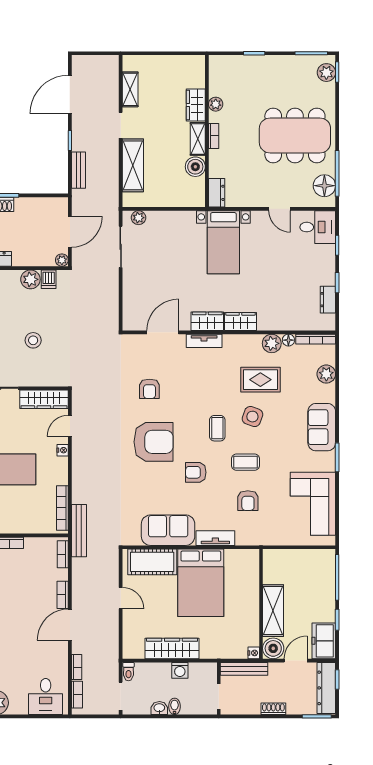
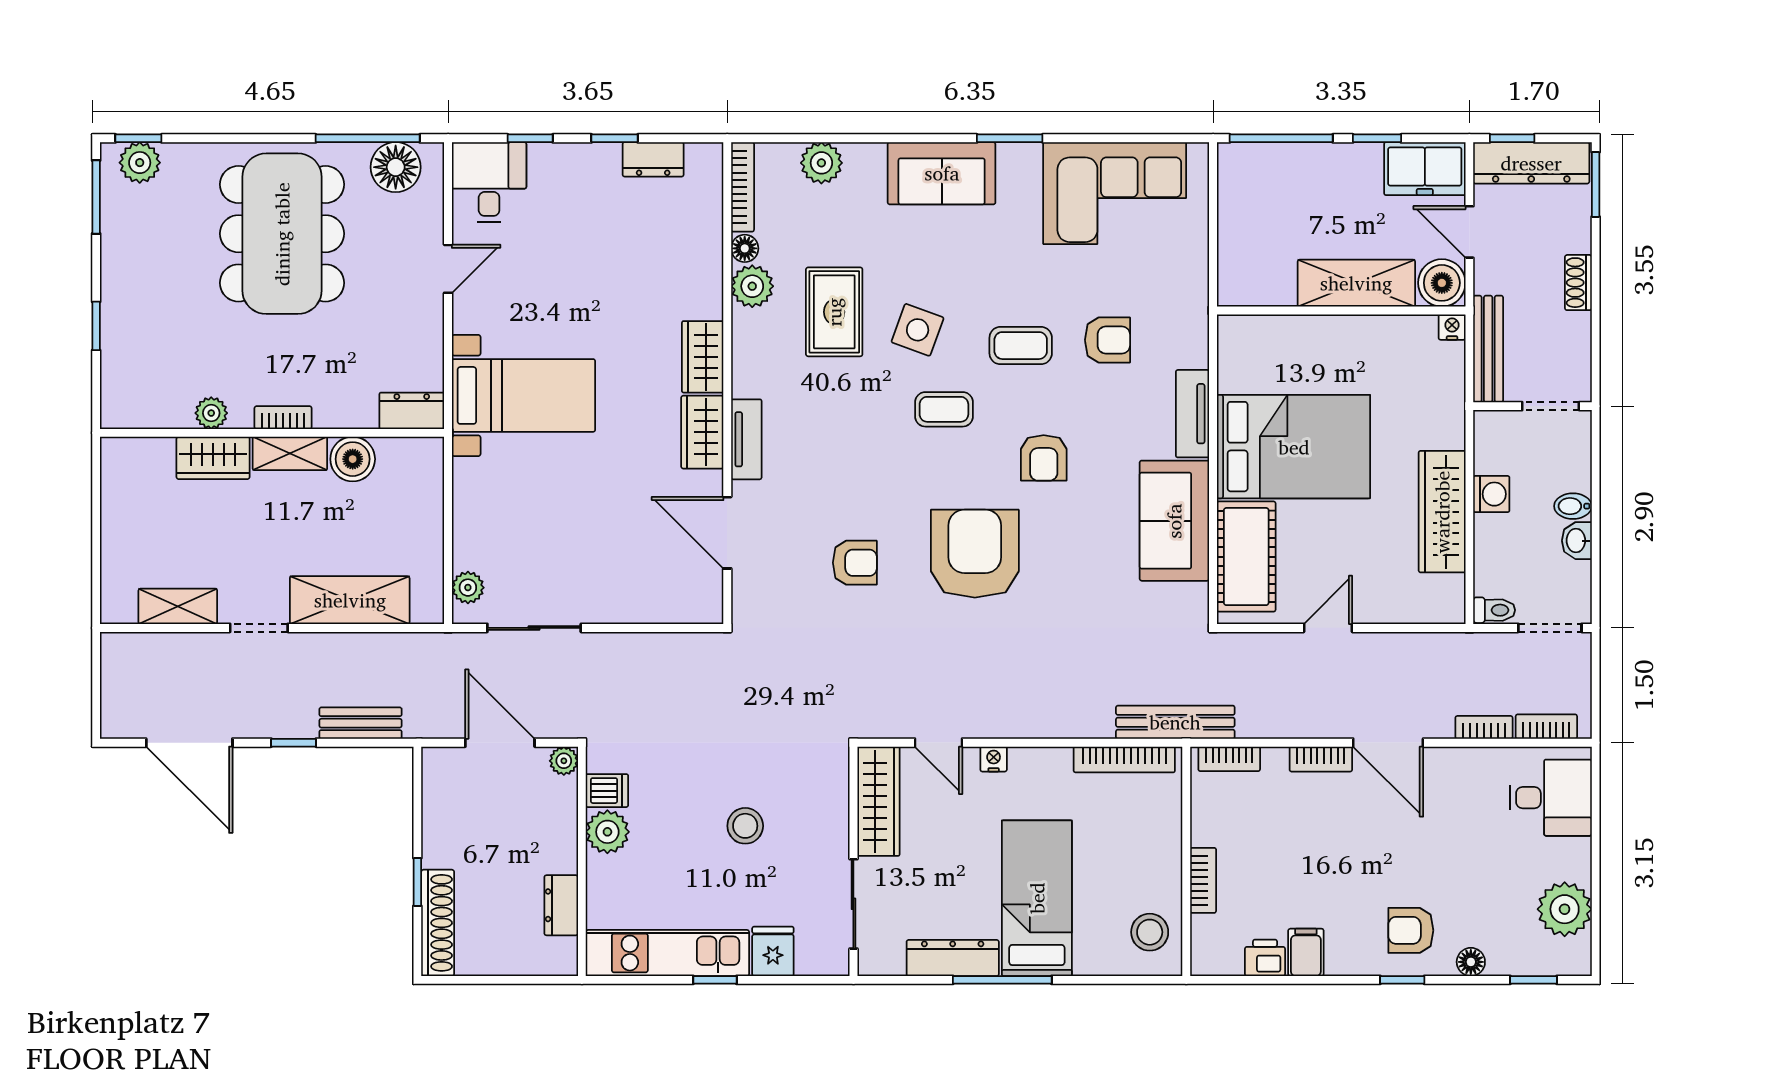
coffee table: (246, 462) -> (1021, 346), turned 90

